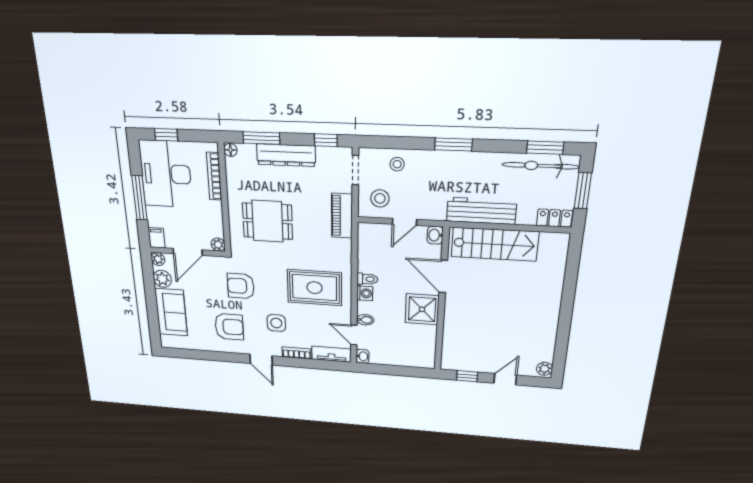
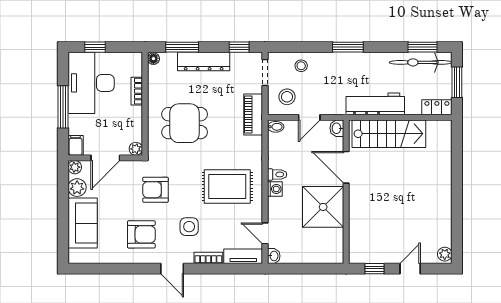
bookcase: (214, 176) -> (137, 91), width x0.64
shower: (422, 309) -> (323, 207), width x1.37, depth x1.37
bidet: (365, 320) -> (276, 127), moved

